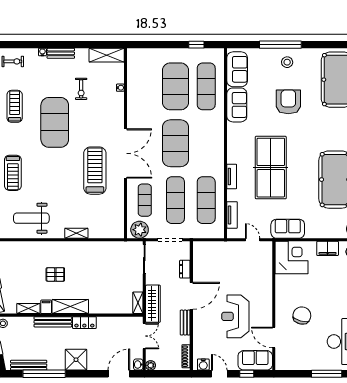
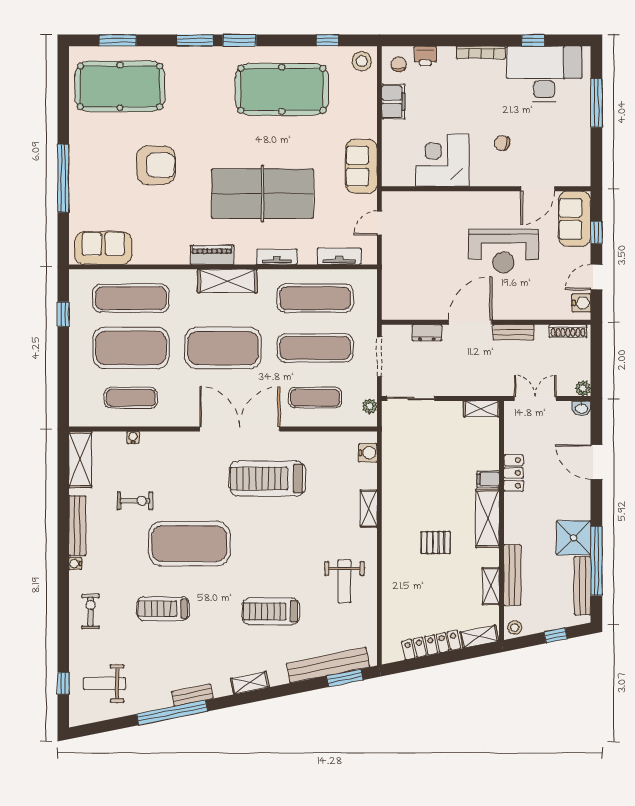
bench: (61, 53) -> (77, 526), width x1.36
stool: (287, 62) -> (92, 167), removed
exercise mat: (145, 86) -> (131, 398), added
armchair: (288, 102) -> (156, 165), turned 180
sofa: (237, 105) -> (161, 249), removed
piano: (233, 136) -> (212, 255), added
shelving: (217, 146) -> (227, 281), added
treadmill: (13, 173) -> (271, 611), turned 180
weight bench: (31, 218) -> (344, 581), width x0.73, depth x0.75
plant: (140, 230) -> (370, 406), width x0.53, depth x0.53
water cooler: (111, 233) -> (368, 453), added
corner desk: (291, 257) -> (442, 160), moved
pallet: (55, 274) -> (436, 543), turned 90
door: (191, 296) -> (470, 322), hinge flipped
wardrobe: (153, 304) -> (483, 384), removed
filing cabinet: (46, 307) -> (488, 479), moved
chair: (302, 316) -> (502, 143), width x0.54, depth x0.54
bench: (53, 322) -> (512, 575), moved
locker: (84, 323) -> (513, 473), moved
shower: (76, 360) -> (574, 538), moved
door: (119, 374) -> (596, 462), moved

